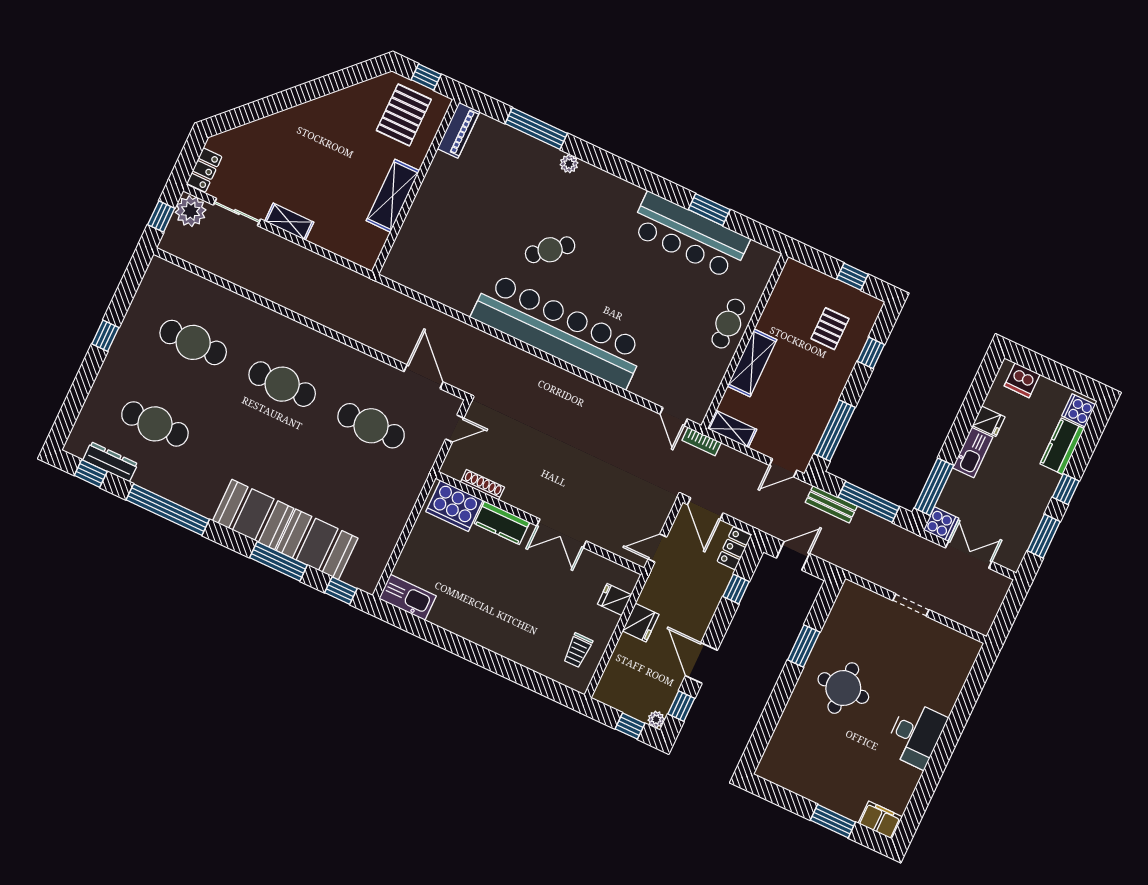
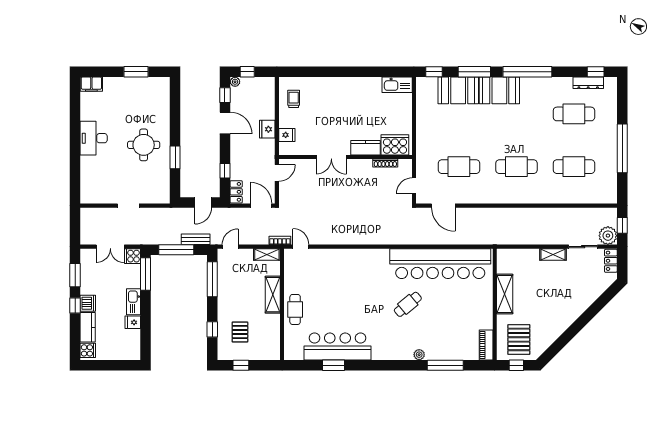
bar counter: (559, 331) -> (440, 264), moved
window: (105, 336) -> (622, 148), width x3.17
dishwasher: (1022, 380) -> (88, 303), moved, turned 90
window: (168, 510) -> (527, 72), moved
double door: (562, 533) -> (331, 157), swing flipped
window: (833, 821) -> (136, 72), moved

